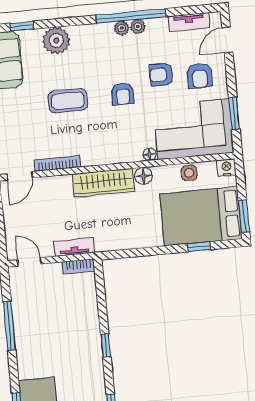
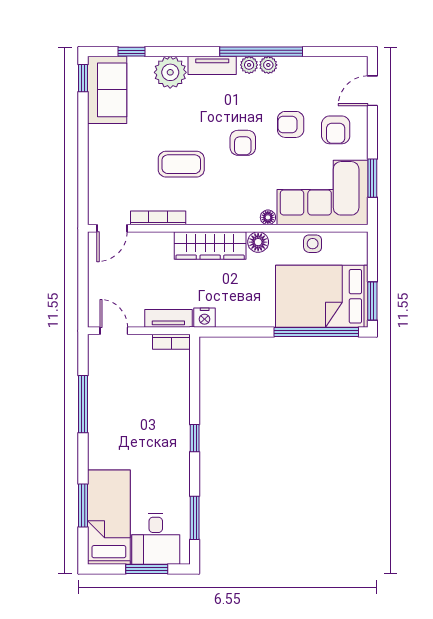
tv unit: (189, 22) -> (212, 65), moved
coffee table: (68, 101) -> (181, 164), moved
nightstand: (226, 168) -> (205, 318), moved, turned 180
window: (199, 247) -> (316, 332), width x3.17

